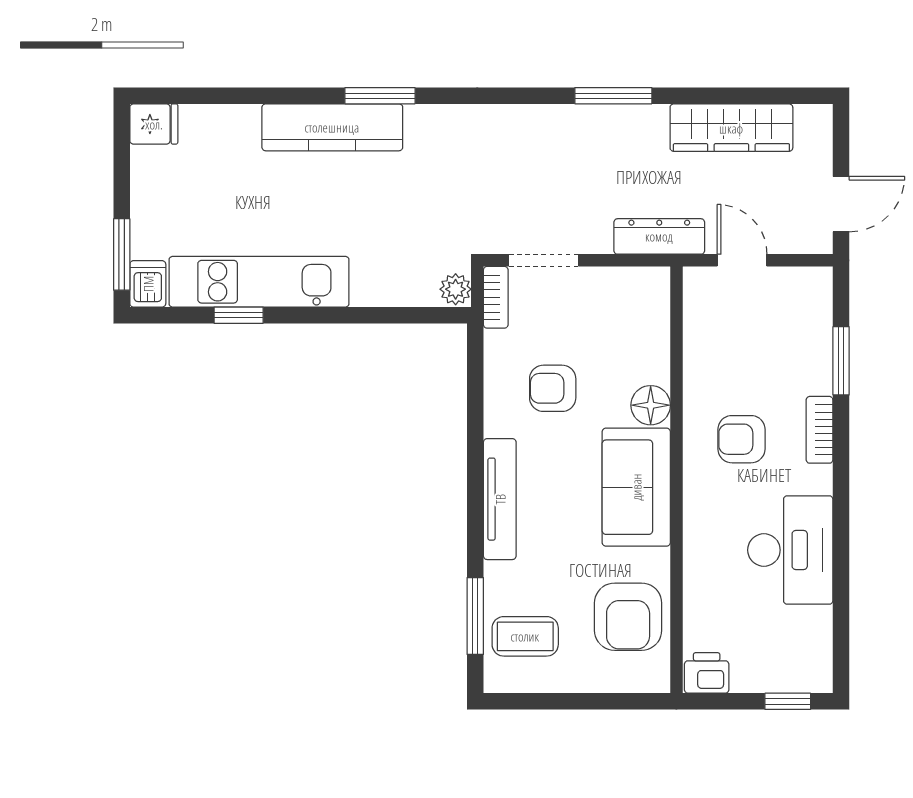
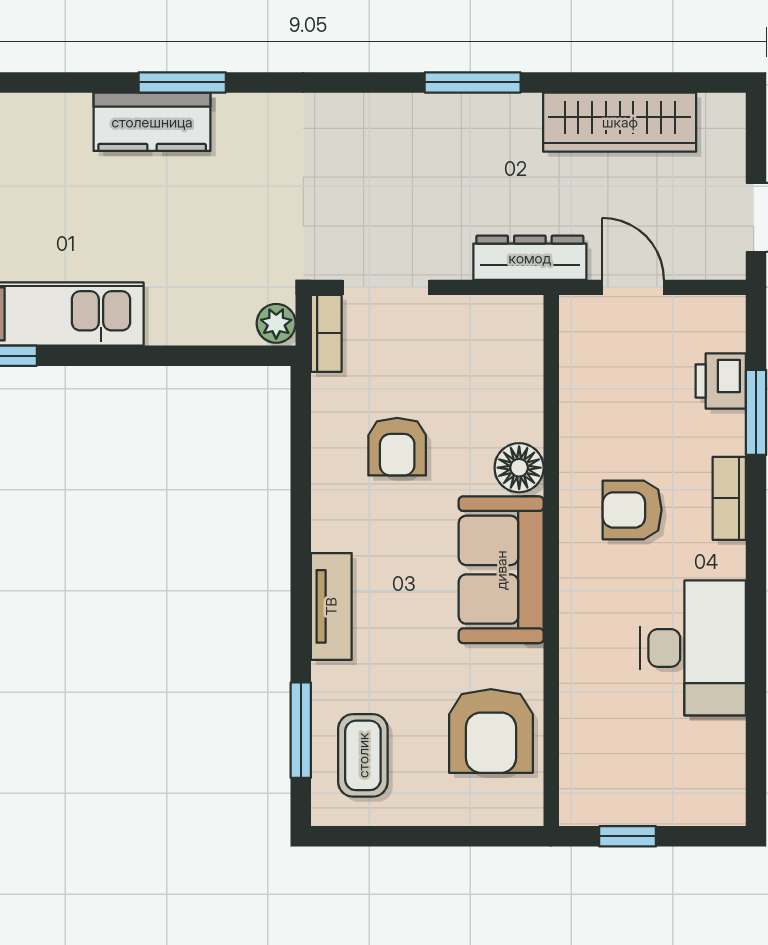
kitchen counter: (332, 127) -> (152, 122), width x0.67
armchair: (553, 388) -> (397, 447), turned -90
tv unit: (500, 499) -> (331, 606), width x0.71
coffee table: (525, 636) -> (363, 755), turned 90
printer: (707, 673) -> (721, 381), moved, turned -90
window: (788, 701) -> (628, 836), moved

